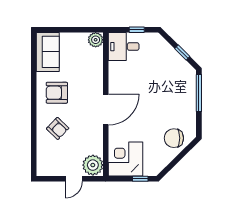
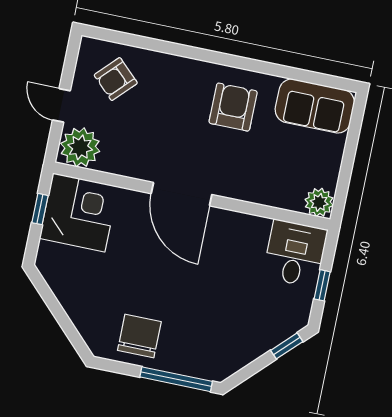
window: (182, 52) -> (287, 346), moved
armchair: (58, 128) -> (116, 79), moved
chair: (174, 138) -> (139, 336), moved
window: (140, 179) -> (40, 209), moved

